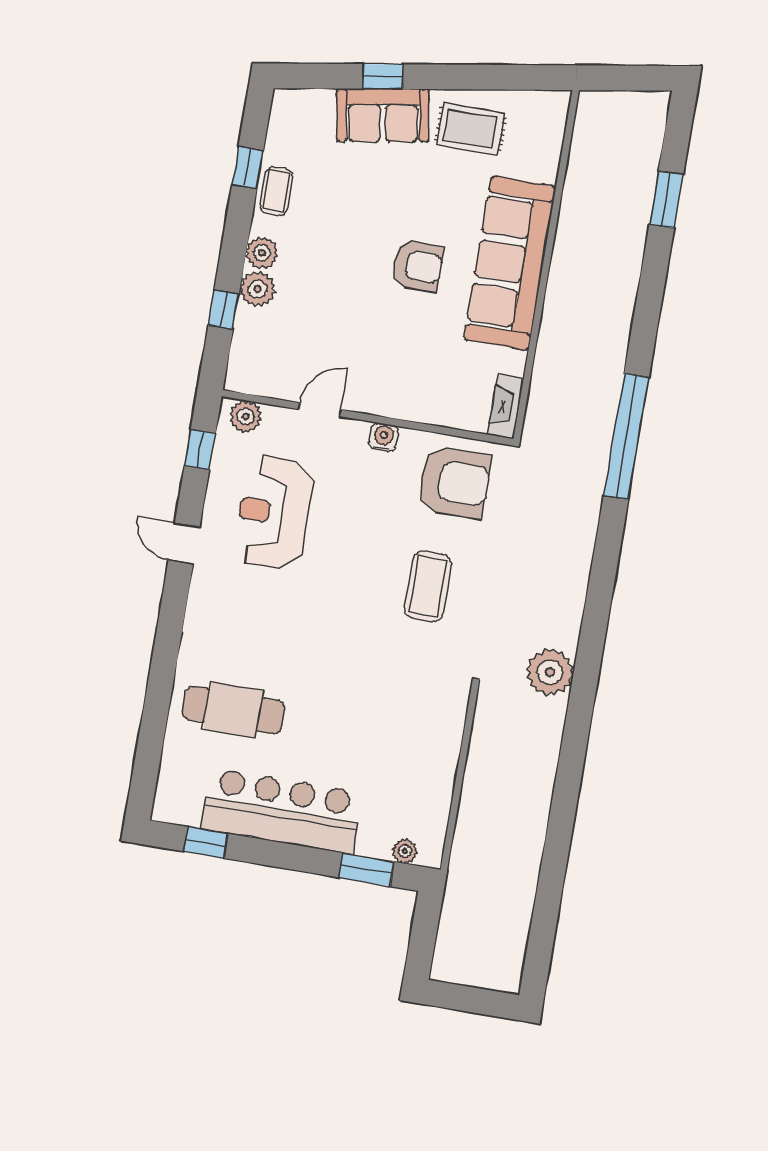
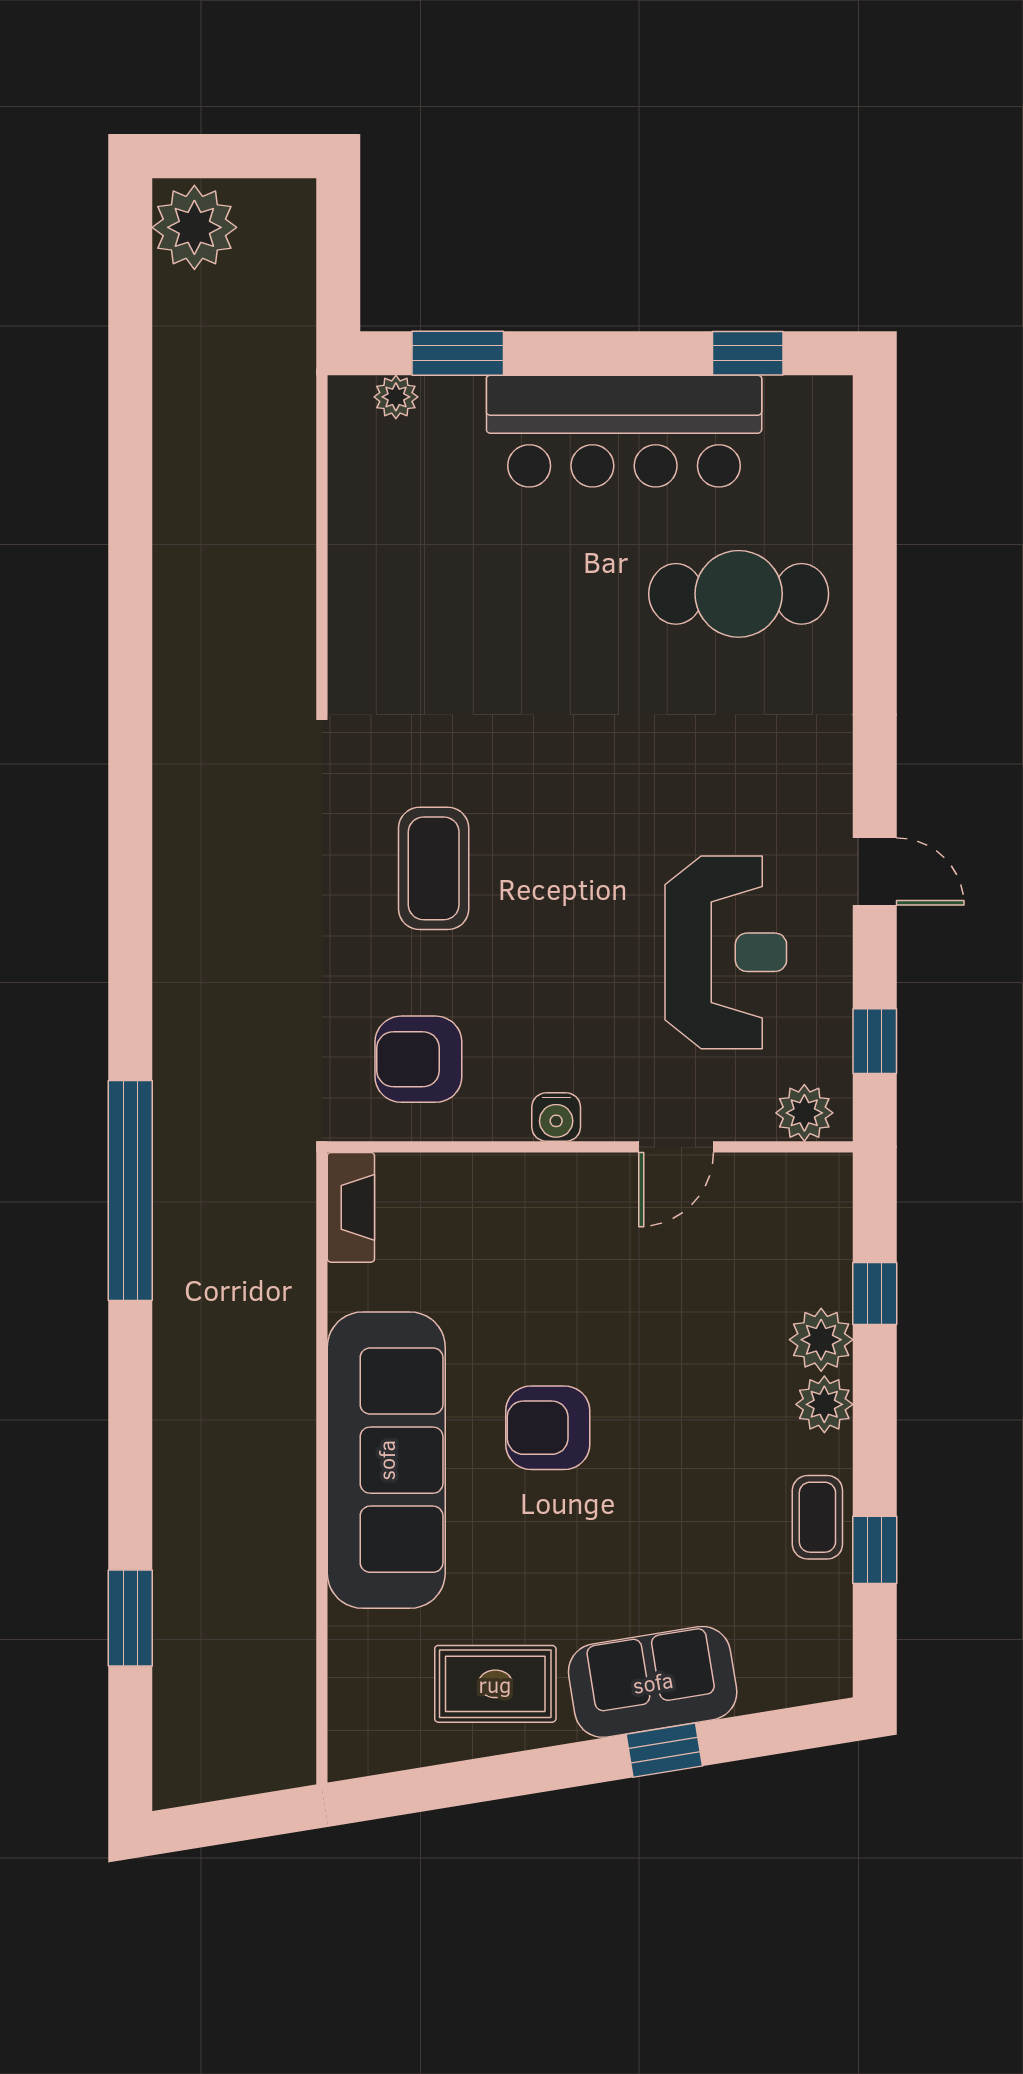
armchair: (454, 482) -> (418, 1059), width x0.73, depth x0.73
plant: (550, 672) -> (194, 227), moved

